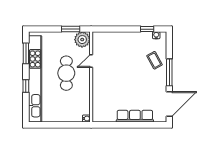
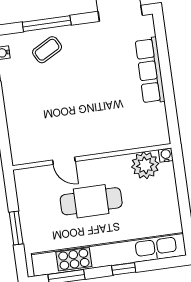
window: (71, 29) -> (16, 228), moved
plant: (82, 40) -> (145, 165), moved
window: (169, 72) -> (47, 24), moved

